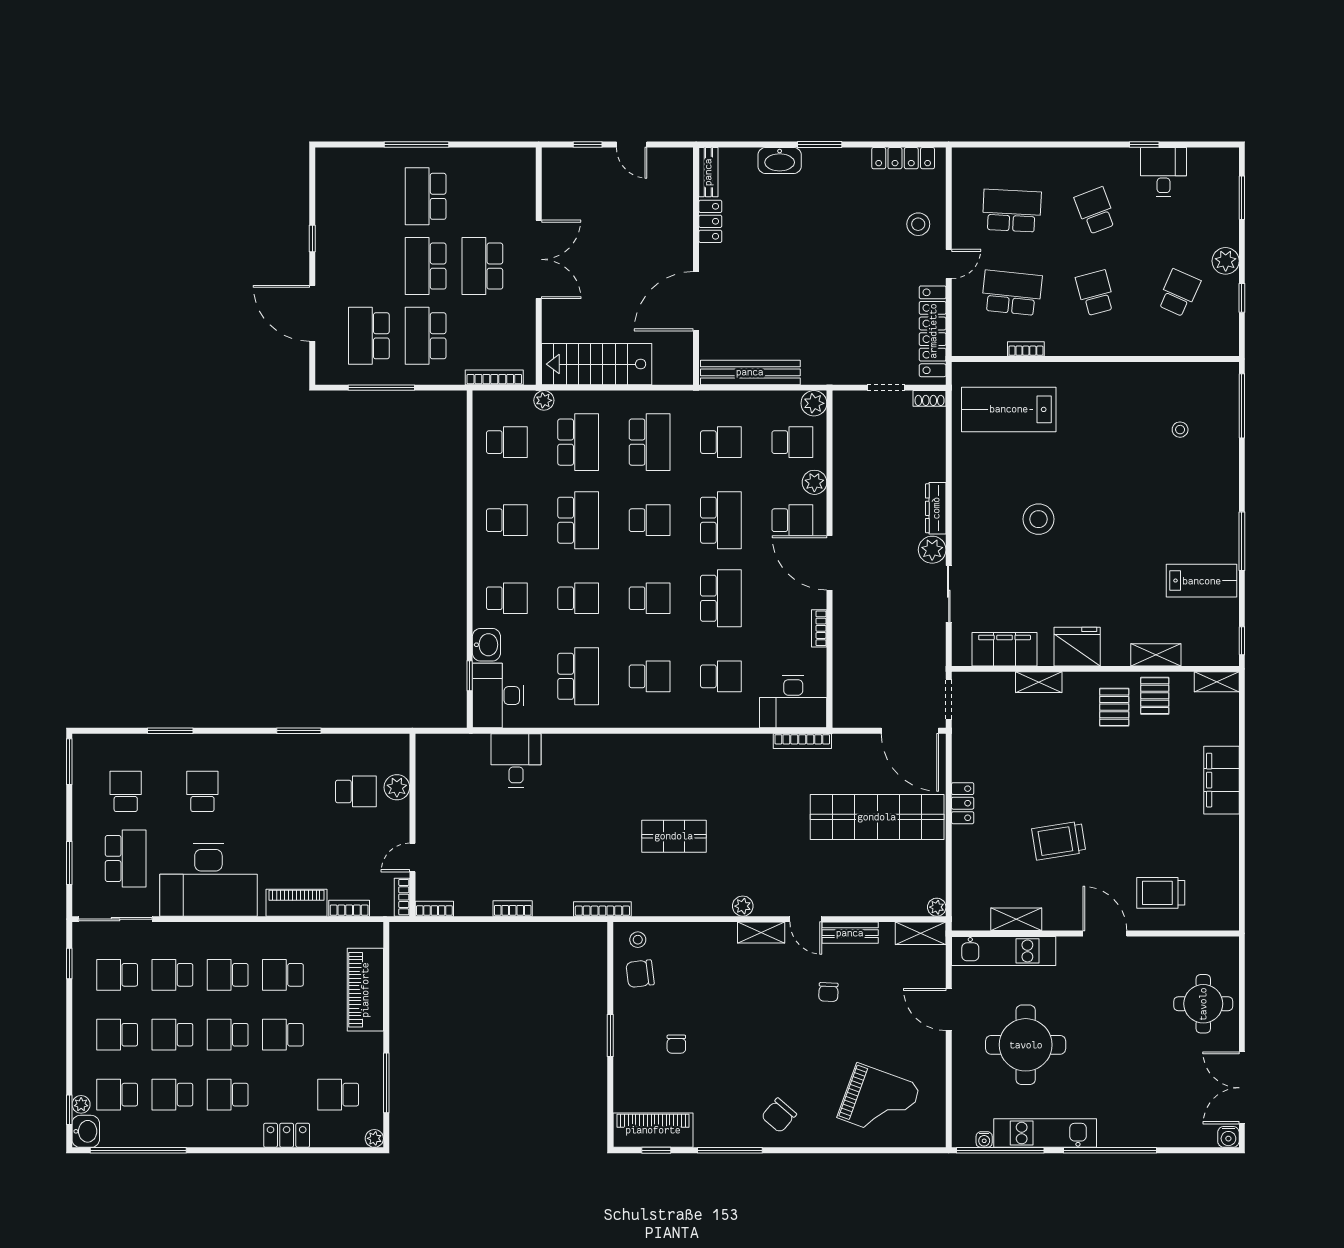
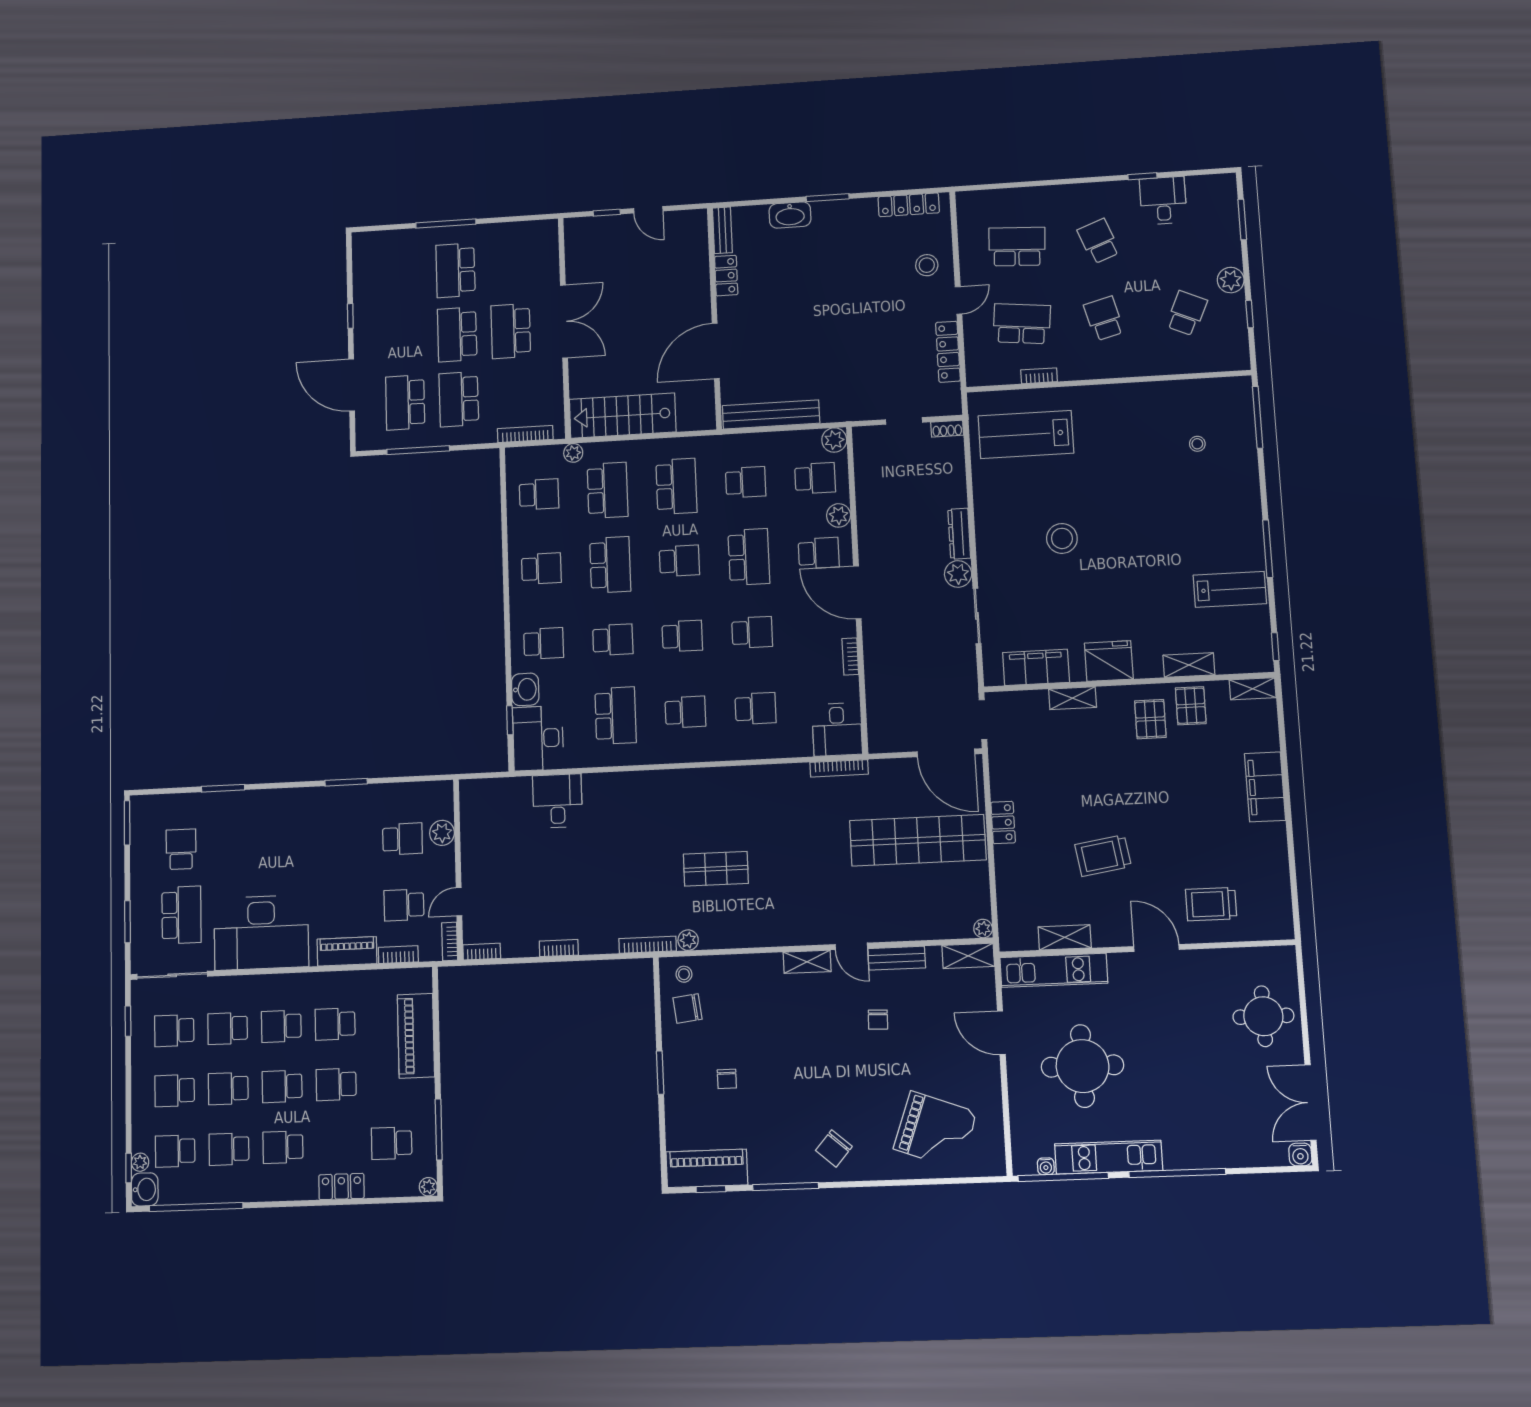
locker: (933, 331) -> (948, 352), width x0.71, depth x0.83
school desk: (721, 598) -> (752, 632), width x0.54
desk: (793, 702) -> (837, 729), width x0.73
school desk: (202, 791) -> (404, 905), moved, turned -90
plant: (743, 906) -> (688, 940), moved

